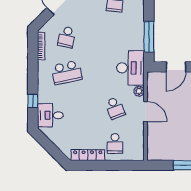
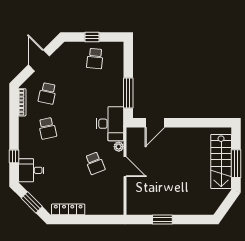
school desk: (67, 73) -> (47, 128), width x0.54
school desk: (115, 143) -> (95, 198), removed
window: (51, 148) -> (32, 202), added

